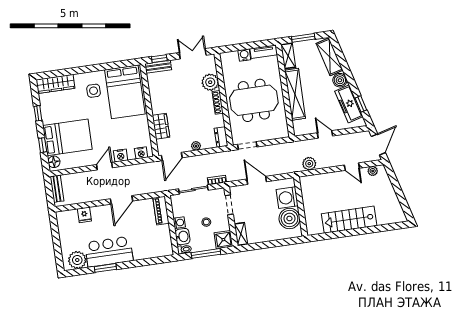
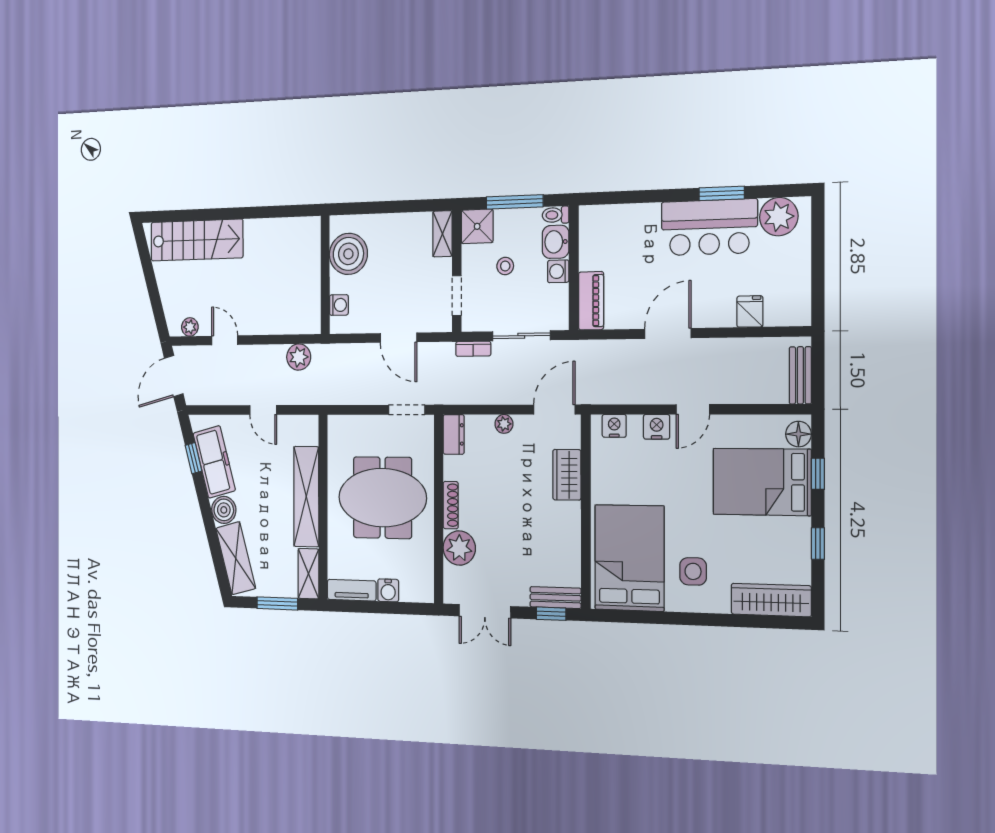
washing machine: (287, 198) -> (339, 305), width x0.53, depth x0.53
stairs: (349, 220) -> (197, 240), moved

